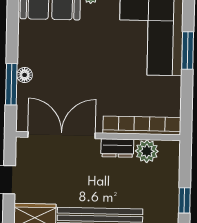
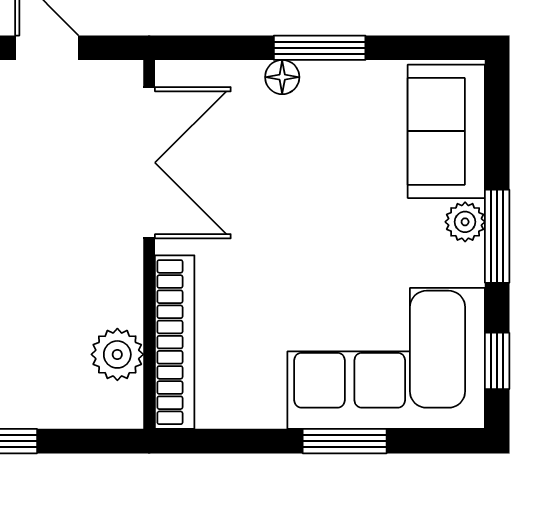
window: (11, 84) -> (320, 48), moved
dresser: (117, 148) -> (123, 288), removed

